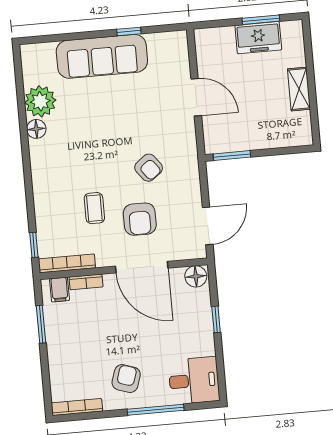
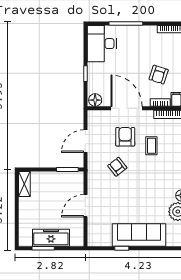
freezer: (258, 38) -> (51, 238), width x1.40
shelving: (299, 89) -> (24, 184), moved
door: (196, 97) -> (85, 206), hinge flipped
door: (208, 226) -> (85, 141), moved
armchair: (126, 379) -> (159, 75), moved
desk: (194, 380) -> (102, 44), width x1.37

